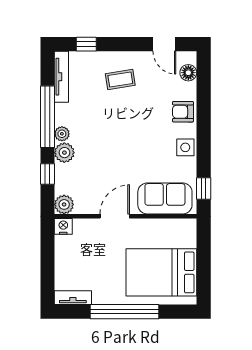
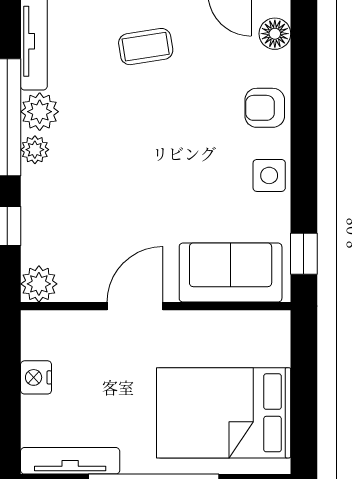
plant: (64, 153) -> (40, 112), moved
nightstand: (63, 226) -> (36, 377), moved, turned -90
tv unit: (73, 298) -> (70, 461), width x1.41

